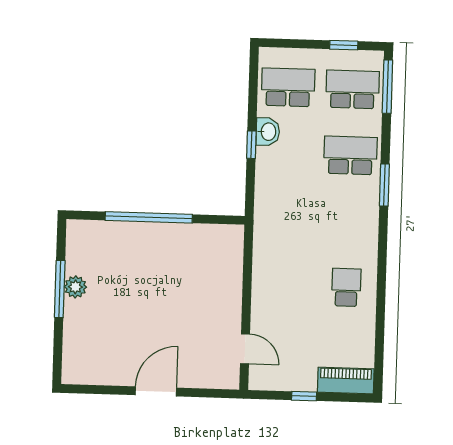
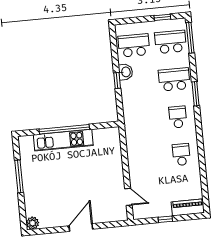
school desk: (348, 221) -> (178, 117), added
kitchen unit: (144, 236) -> (63, 140), added
plant: (75, 287) -> (32, 223), moved

